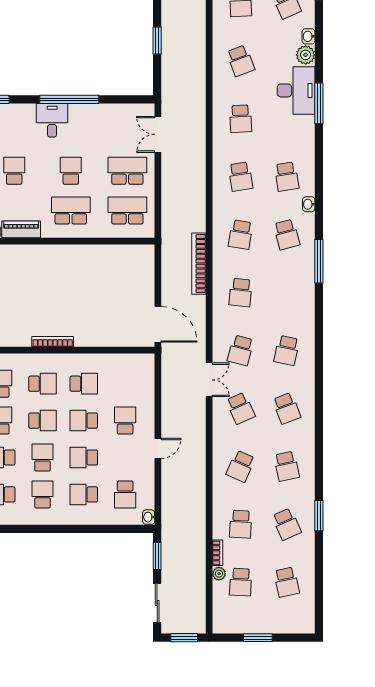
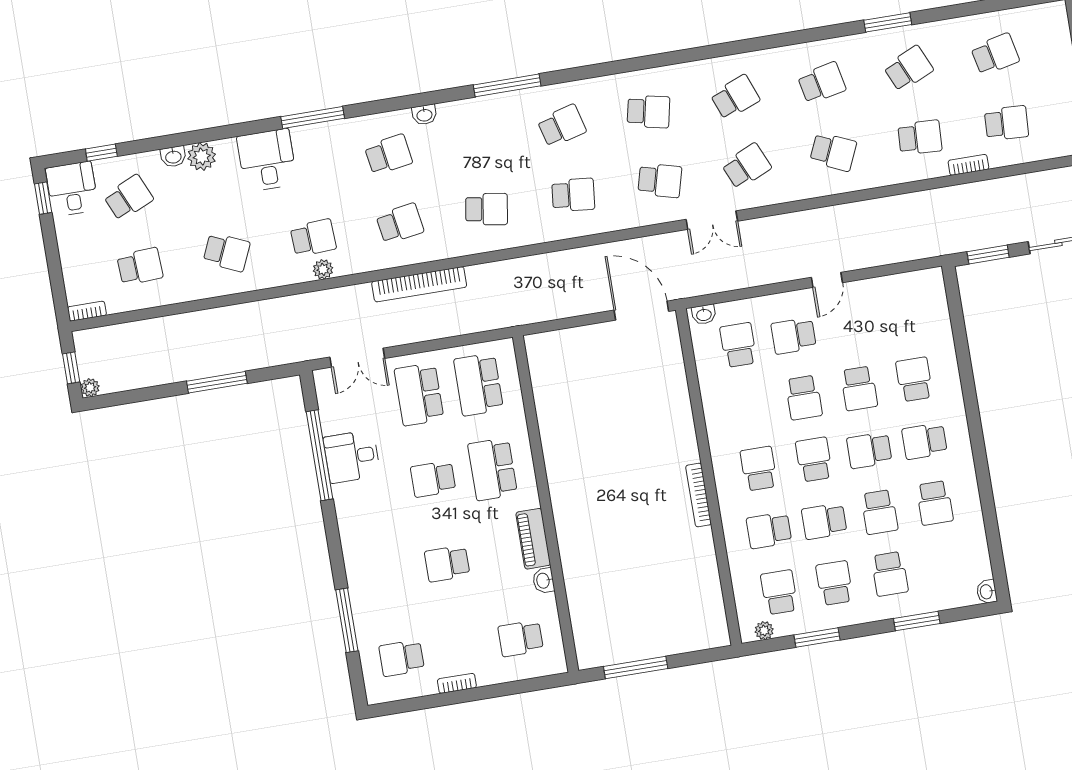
window: (157, 40) -> (217, 382), width x1.44
school desk: (241, 61) -> (227, 252), turned 45
desk: (296, 90) -> (267, 160), width x0.73
window: (69, 99) -> (320, 455), moved
window: (319, 103) -> (313, 118), moved
desk: (52, 120) -> (352, 457), moved
school desk: (287, 235) -> (562, 126), moved
bookcase: (199, 264) -> (419, 284), moved
door: (158, 324) -> (641, 311), hinge flipped
bookcase: (53, 342) -> (699, 495), moved
double door: (209, 380) -> (712, 220), swing flipped
school desk: (84, 384) -> (738, 345), moved
door: (158, 448) -> (827, 280), swing flipped
school desk: (84, 494) -> (914, 379), turned 180
school desk: (125, 494) -> (904, 318), removed
washbasin: (149, 517) -> (704, 314), moved
plant: (219, 574) -> (323, 269), moved

